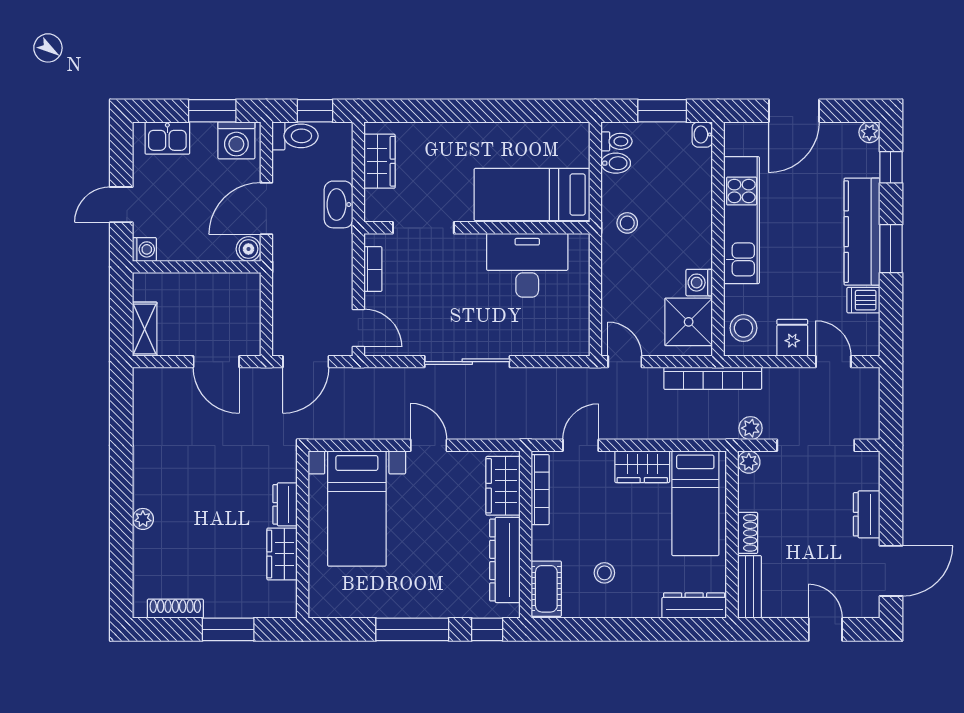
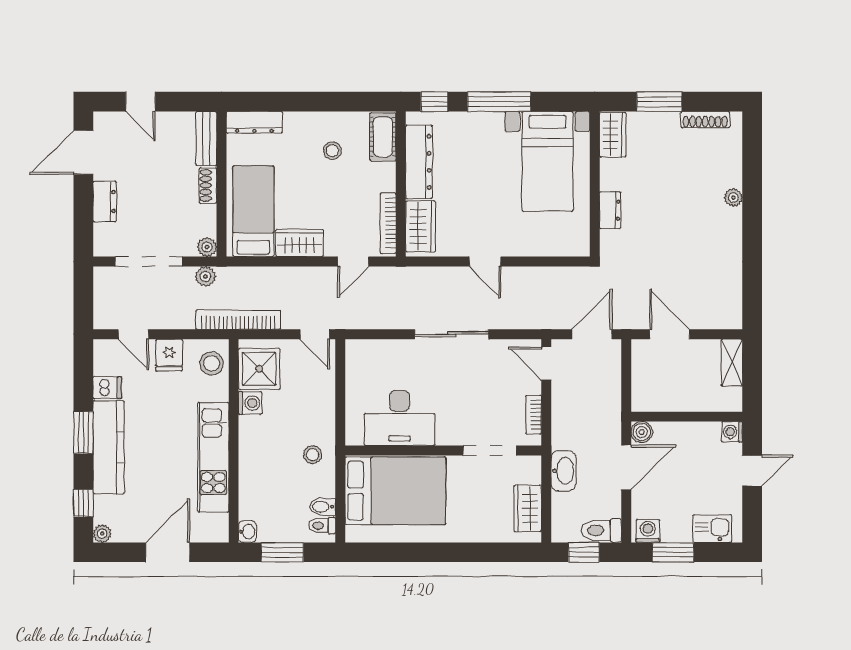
washing machine: (236, 140) -> (648, 531), width x0.73, depth x0.73
bed: (532, 195) -> (395, 491), width x1.50
bed with nightstands: (357, 509) -> (548, 161), moved, turned 180
wardrobe: (282, 554) -> (613, 135), moved

